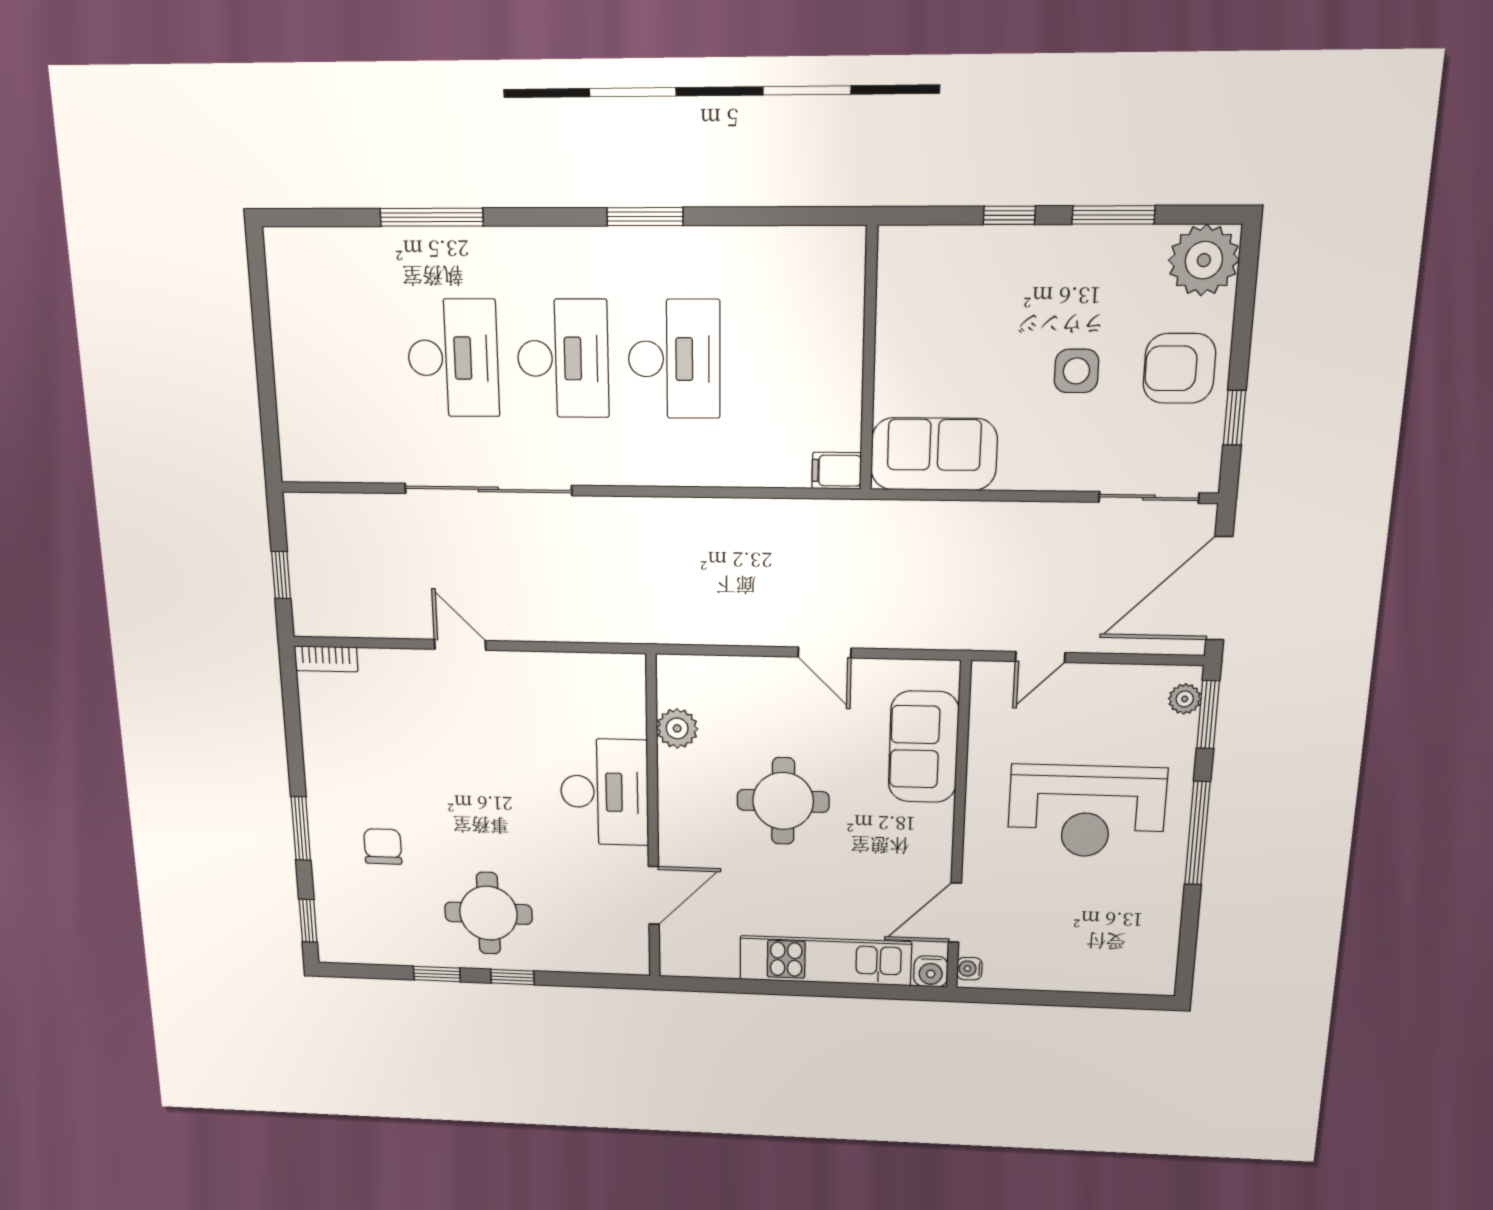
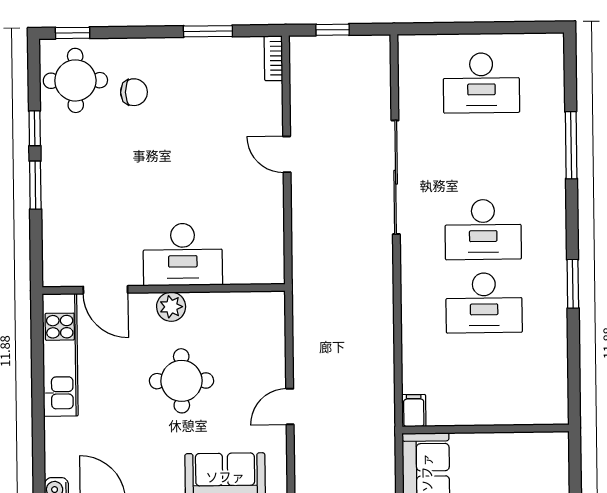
desk: (453, 358) -> (481, 83), moved
door: (460, 645) -> (287, 154), swing flipped
plant: (677, 728) -> (171, 307), moved
window: (301, 828) -> (208, 31), moved
round table: (488, 913) -> (75, 80), moved
kitchen unit: (825, 961) -> (60, 355), moved
window: (512, 977) -> (35, 185), width x1.50

